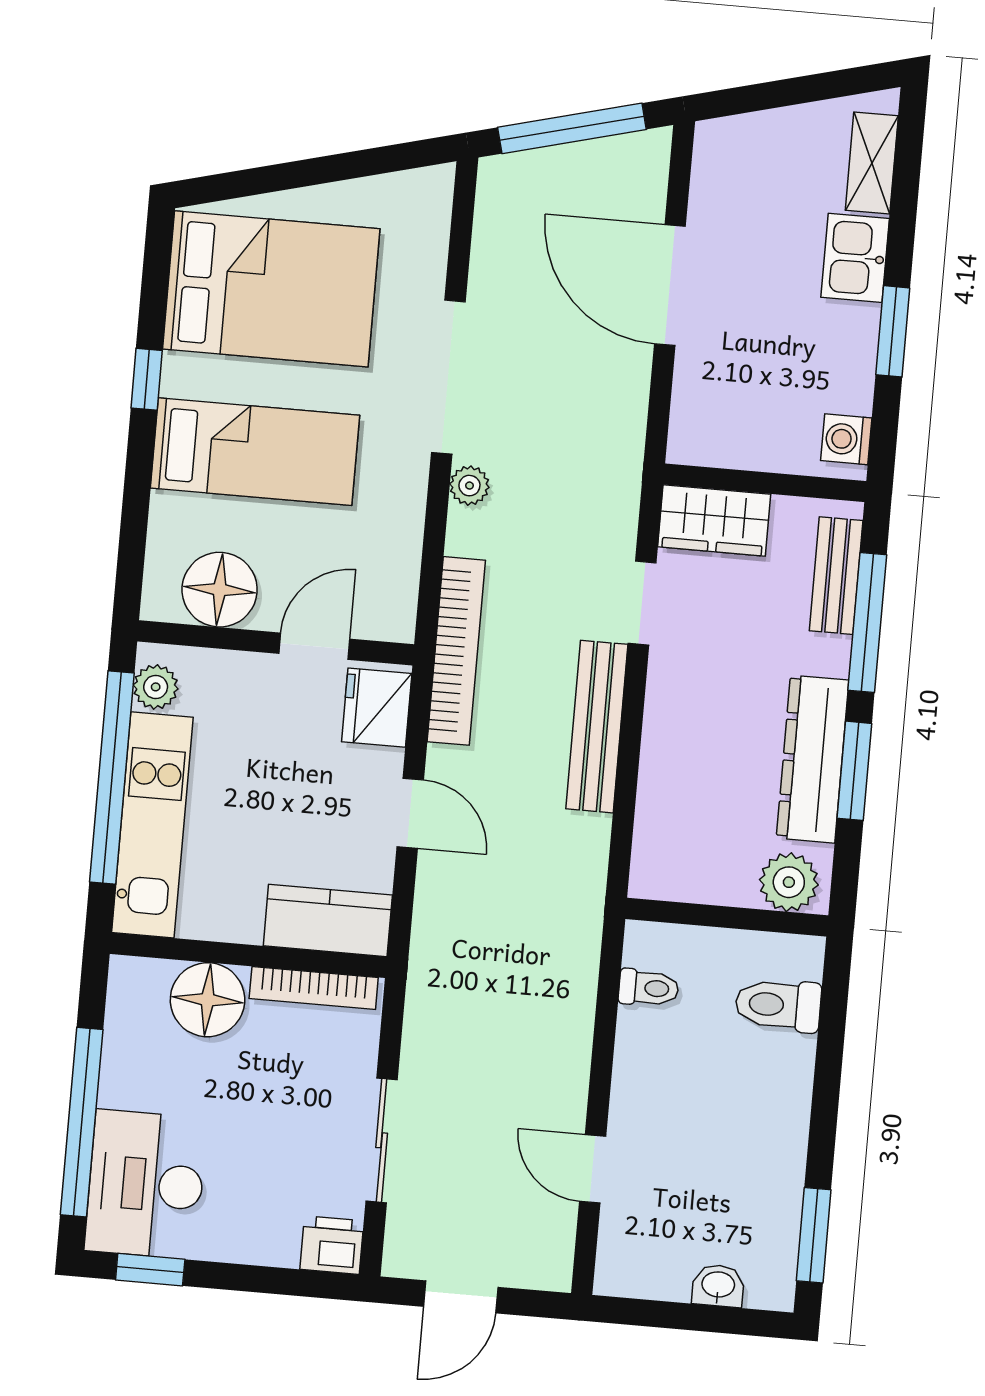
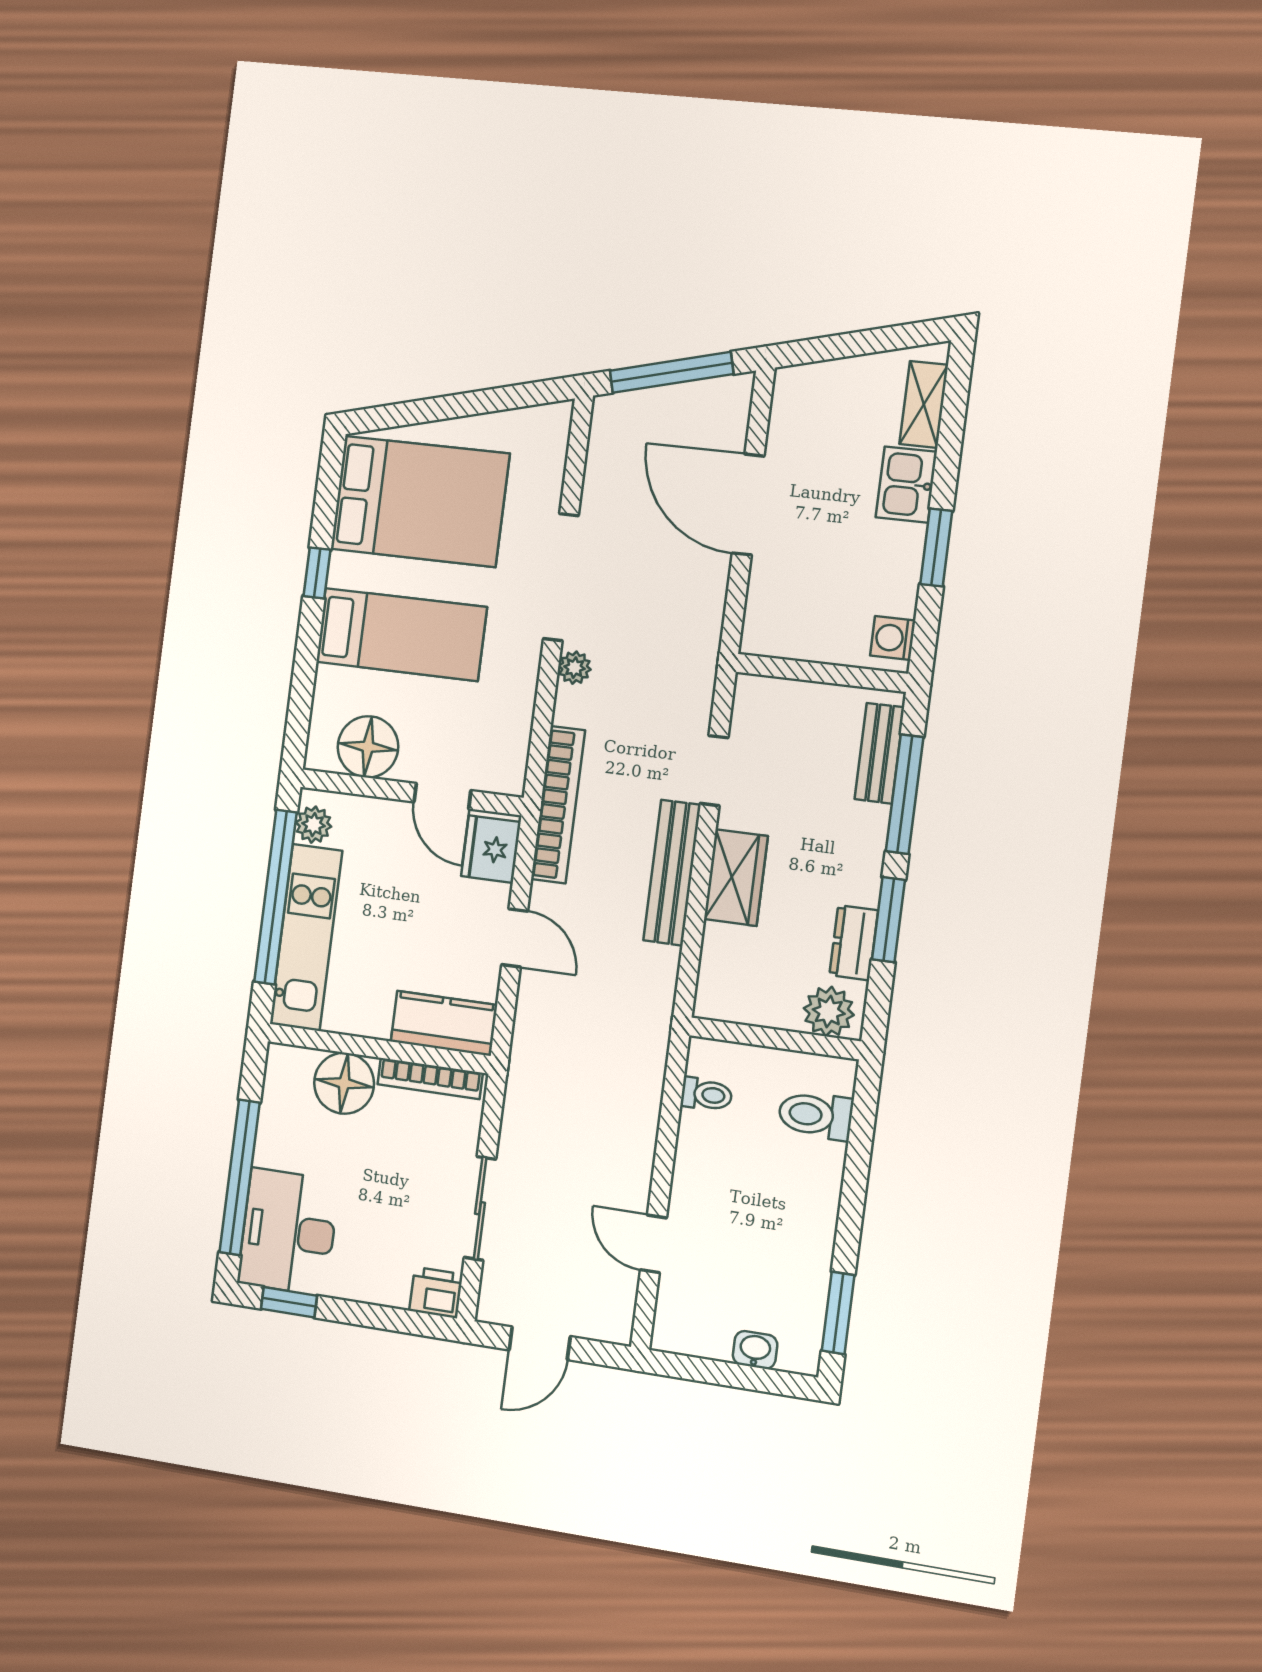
wardrobe: (714, 520) -> (736, 878), moved, turned -90
door: (314, 646) -> (442, 796), swing flipped
dresser: (813, 759) -> (854, 943), width x0.51, depth x0.80

